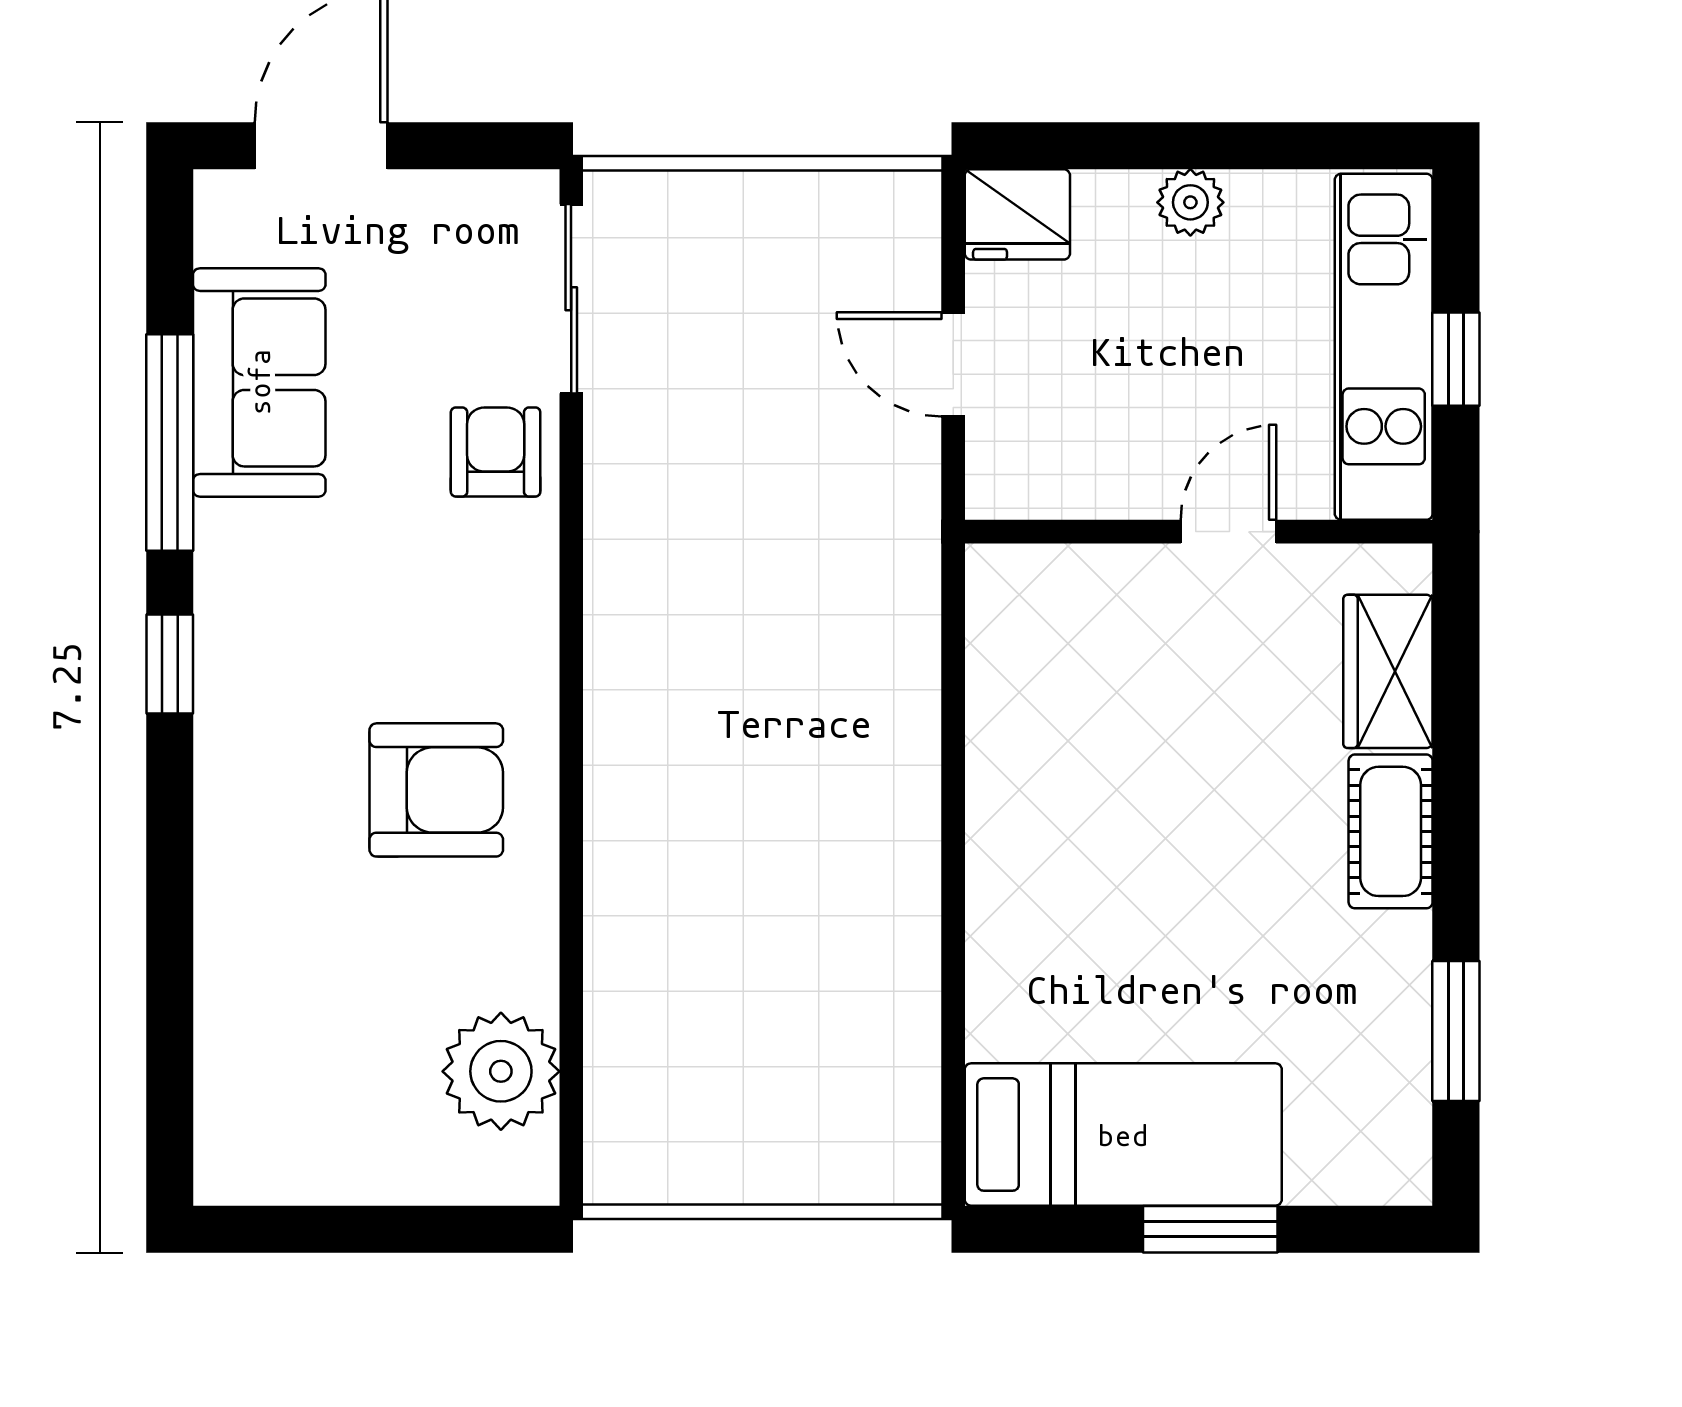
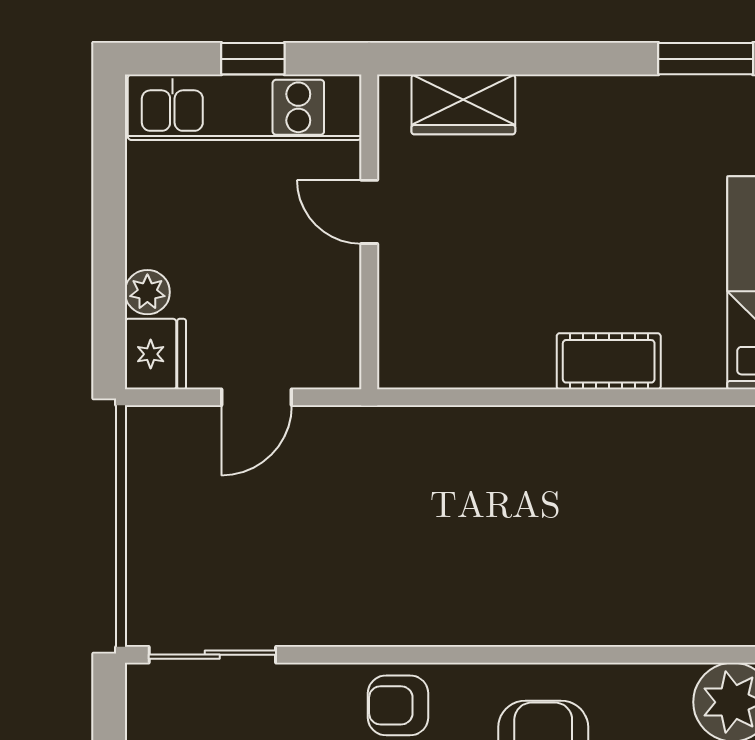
plant: (1190, 202) -> (147, 292), moved
armchair: (496, 452) -> (398, 705), moved
cot: (1391, 831) -> (609, 361), moved

